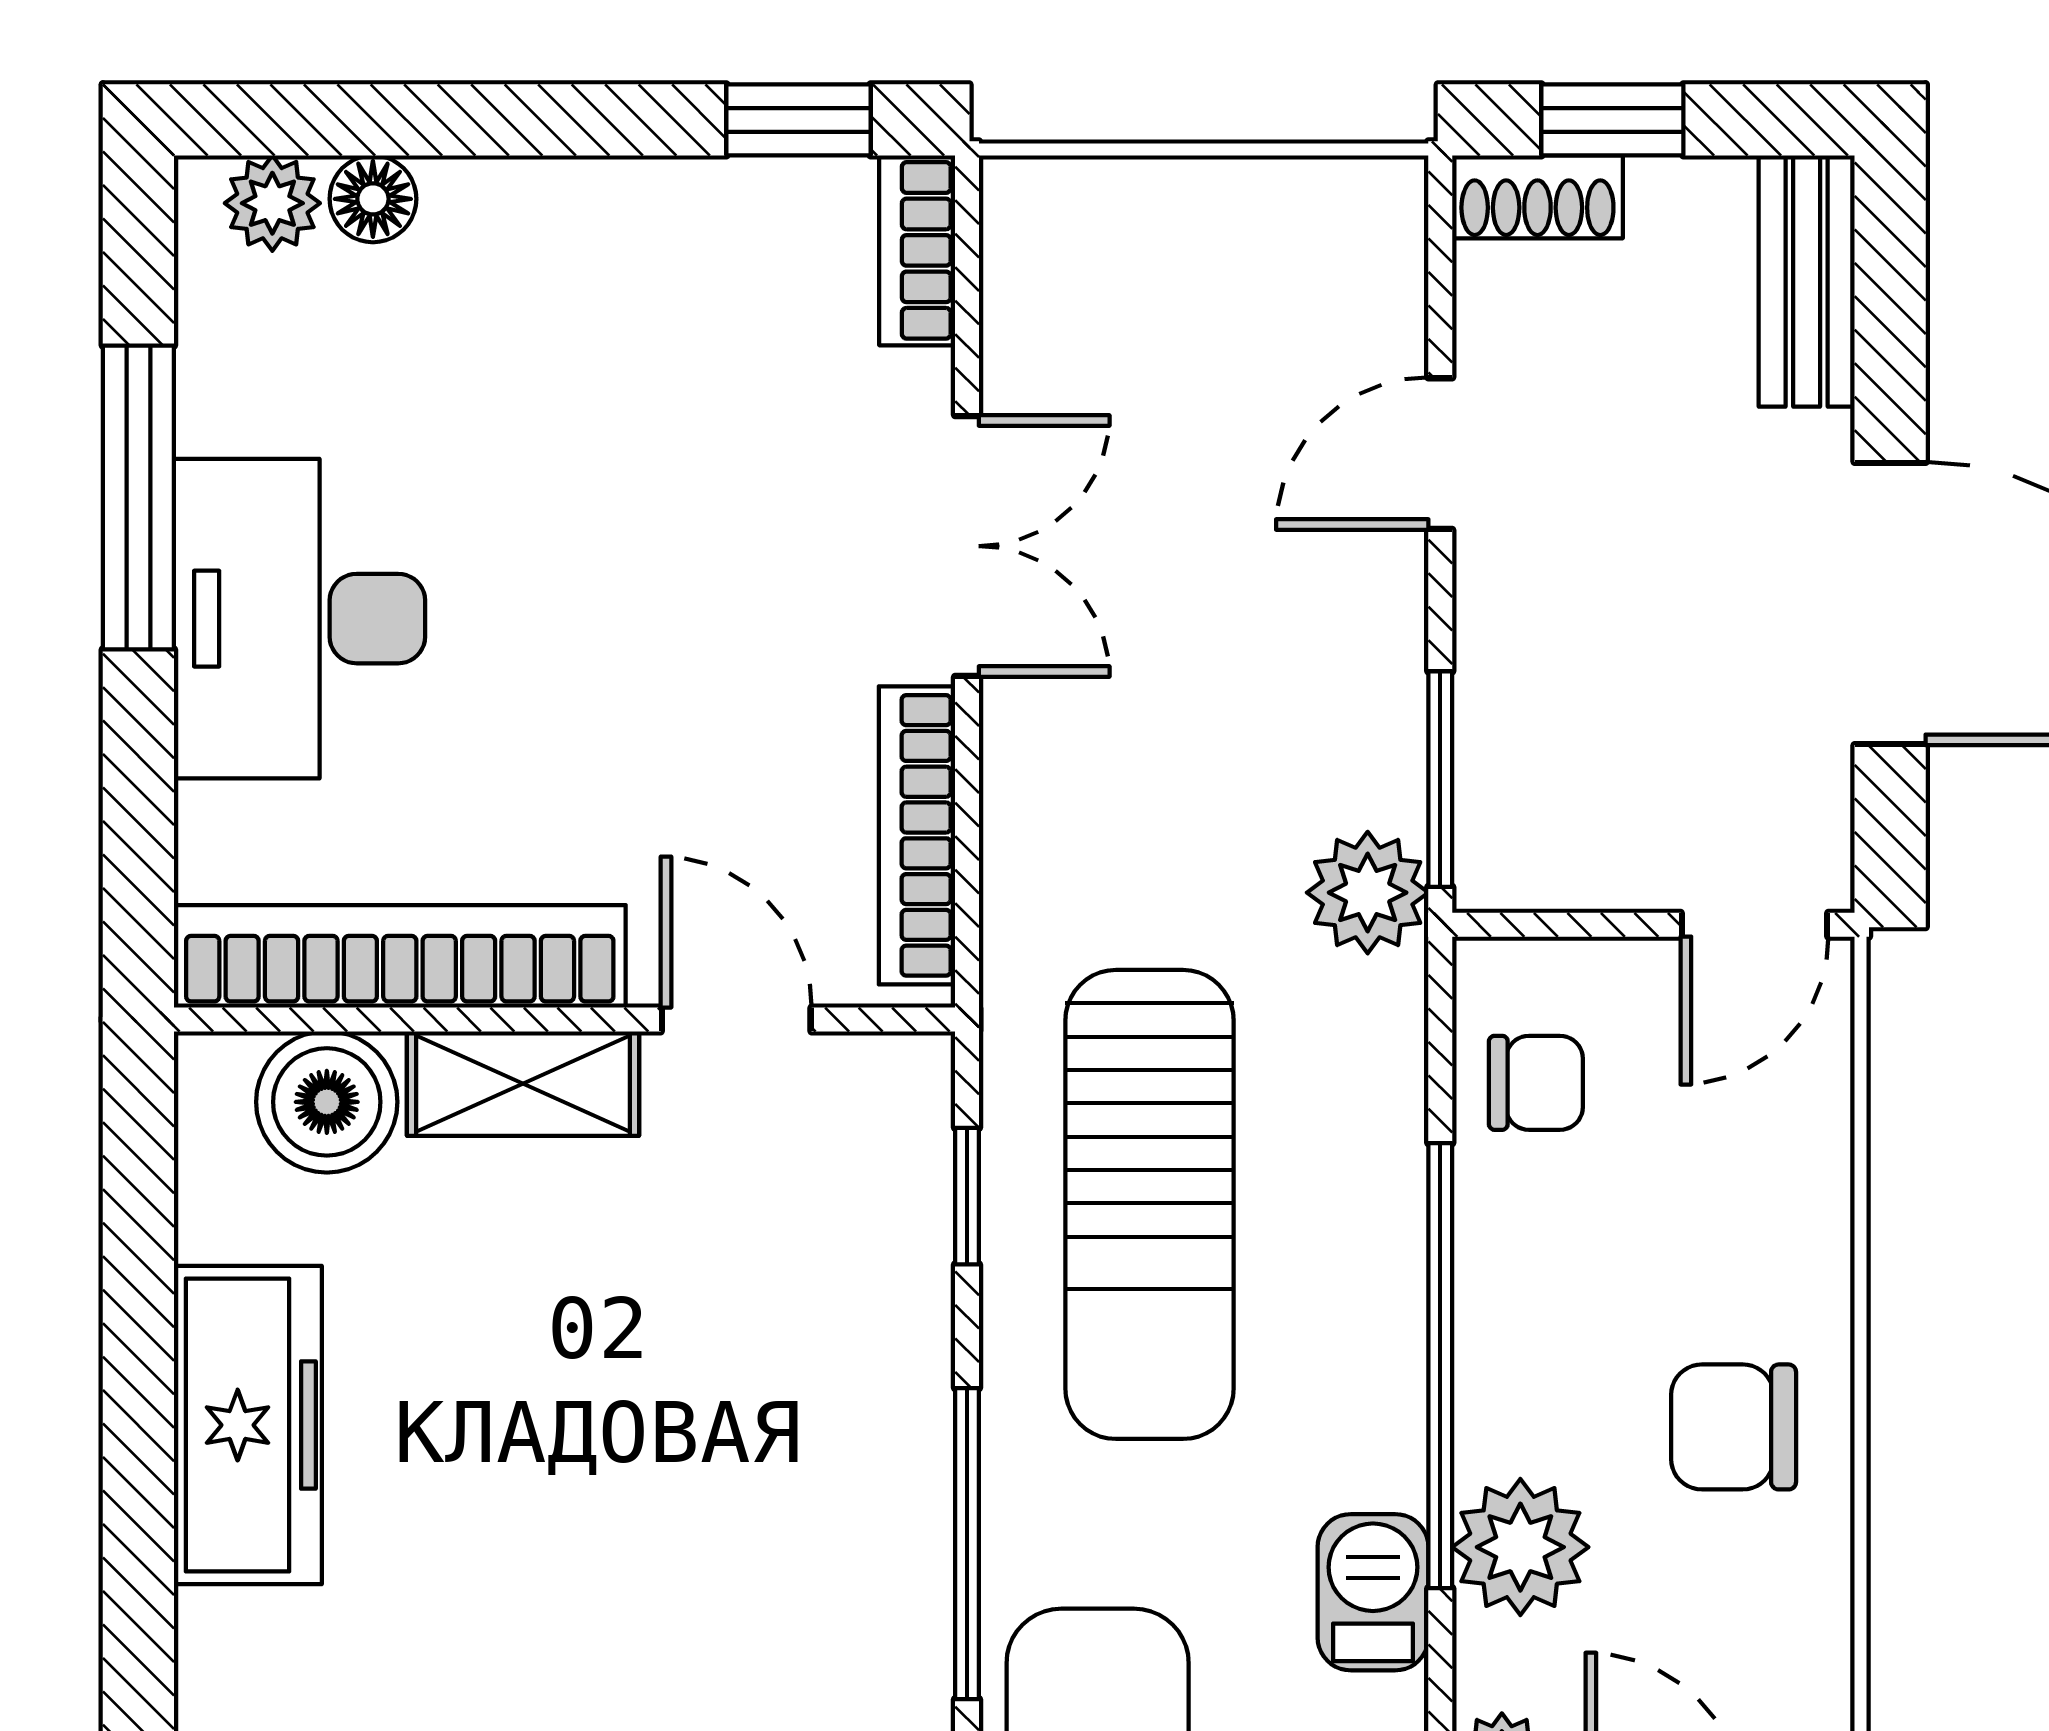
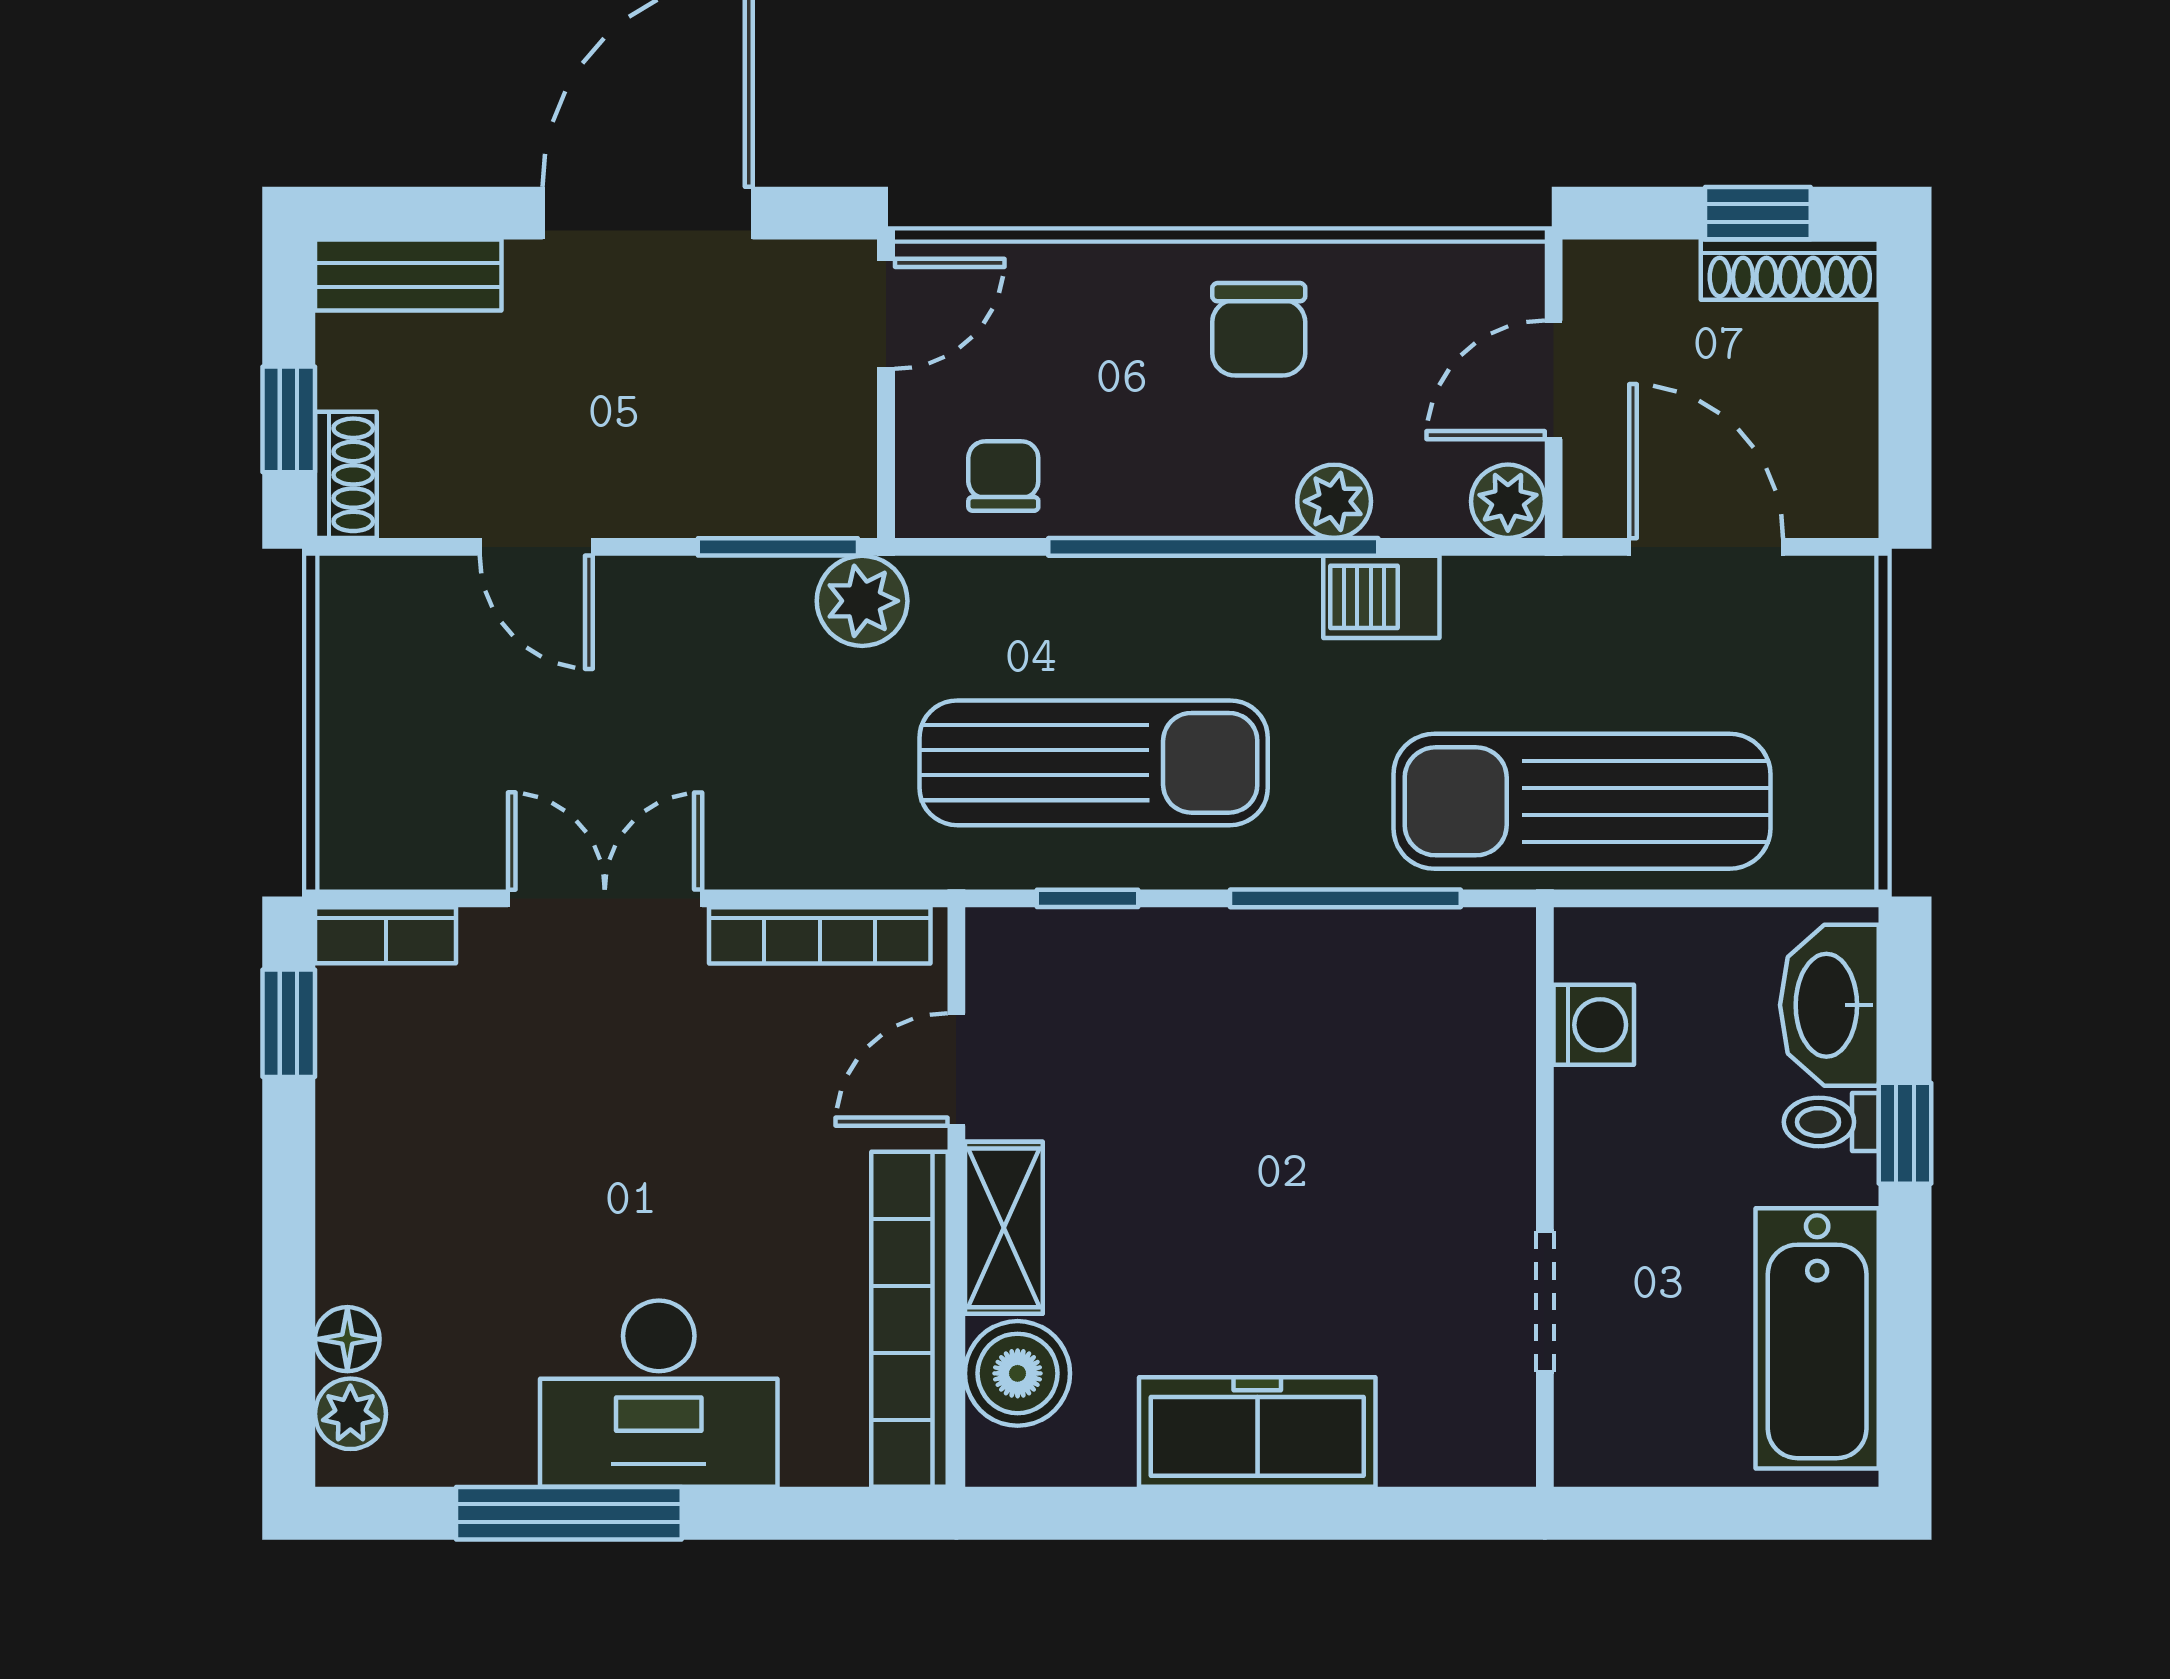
door: (1754, 925) -> (886, 314), hinge flipped
plant: (1520, 1547) -> (1334, 501), width x0.73, depth x0.73

